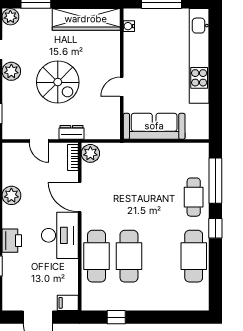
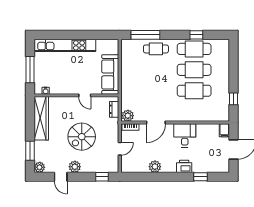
spiral stairs: (58, 82) -> (82, 137), turned 180
dresser: (72, 132) -> (114, 109), moved
window: (215, 228) -> (196, 35), moved
desk: (60, 235) -> (185, 135), width x0.73
cafe table: (97, 256) -> (194, 70), moved

